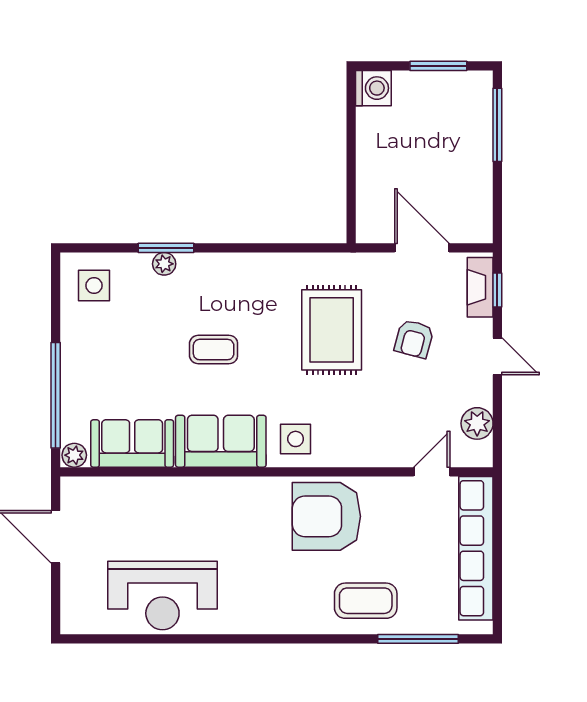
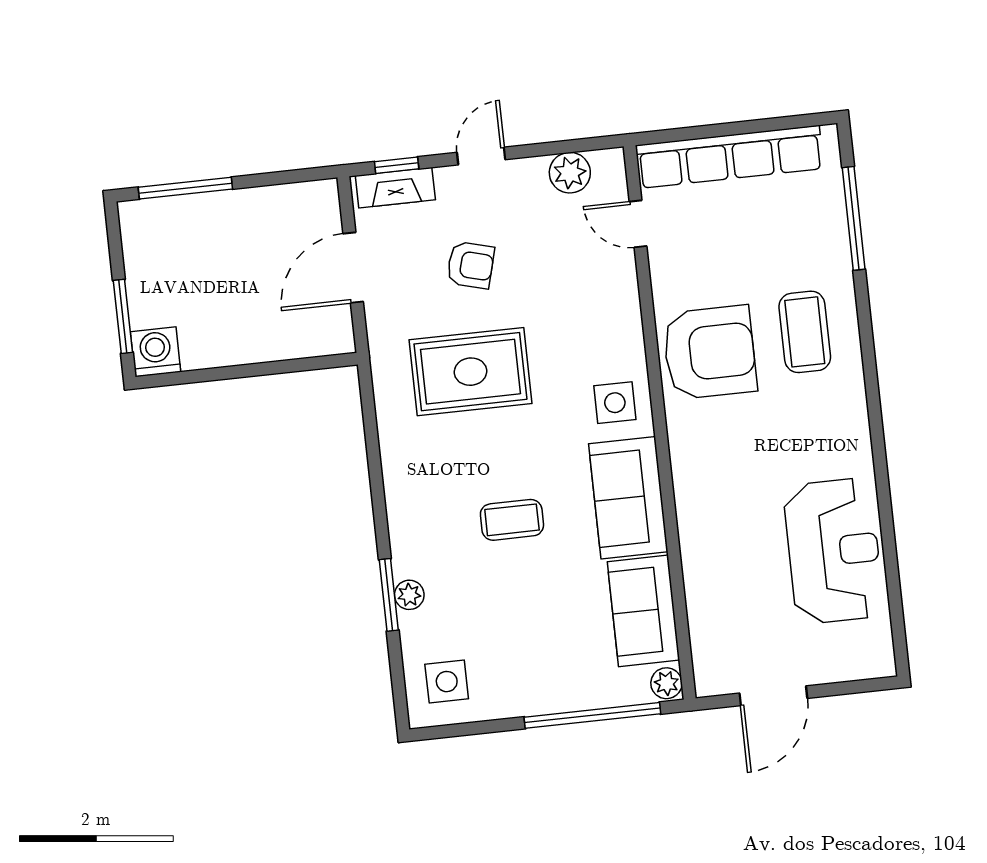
window: (438, 66) -> (123, 316), moved
coffee table: (214, 350) -> (512, 520), turned 90
armchair: (326, 516) -> (710, 352), turned -90
coffee table: (366, 601) -> (805, 332), moved

